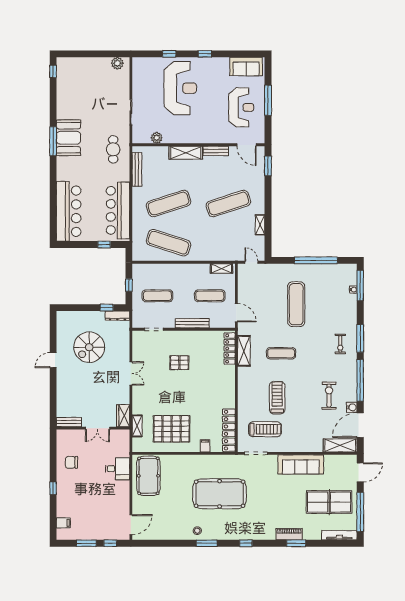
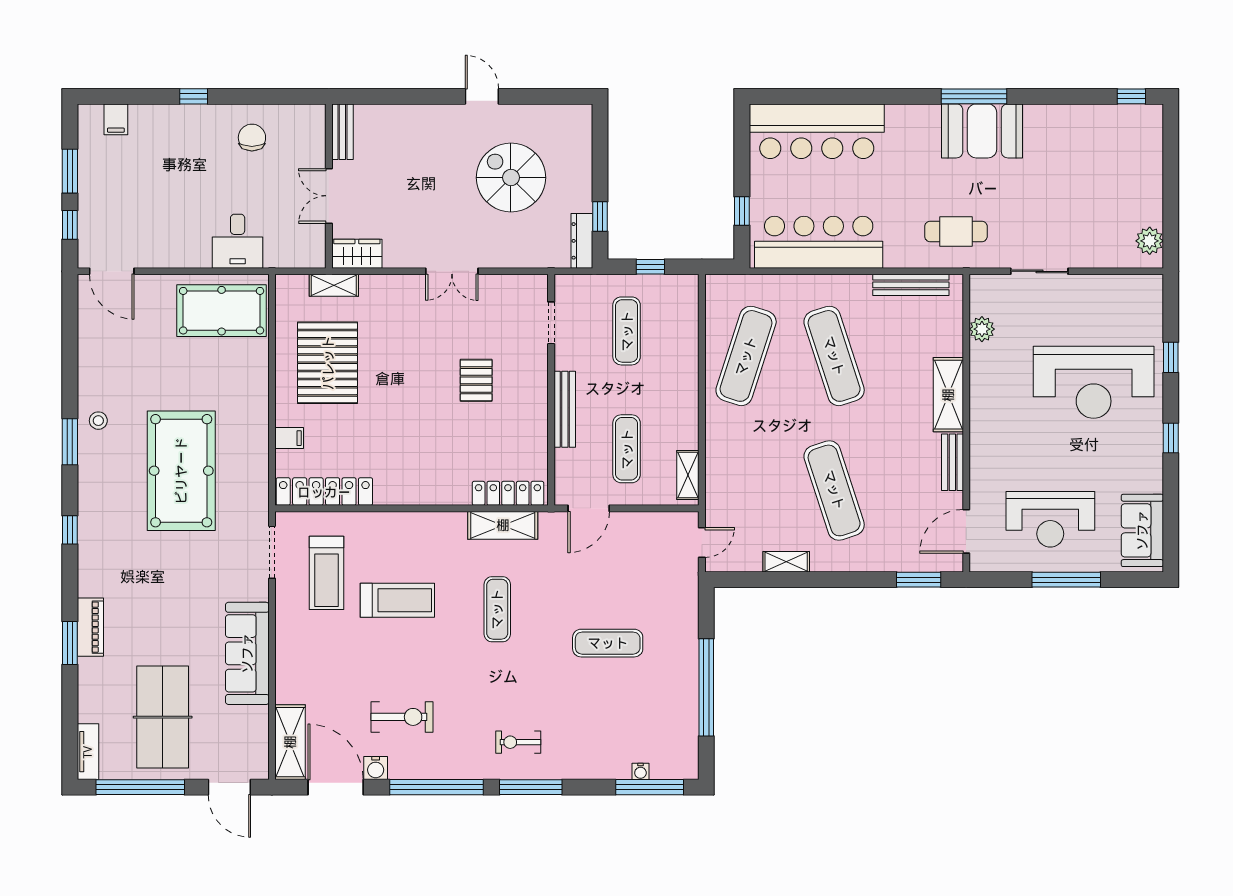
exercise mat: (296, 304) -> (608, 643), width x0.73, depth x0.69
tv unit: (339, 535) -> (88, 752), width x0.71

